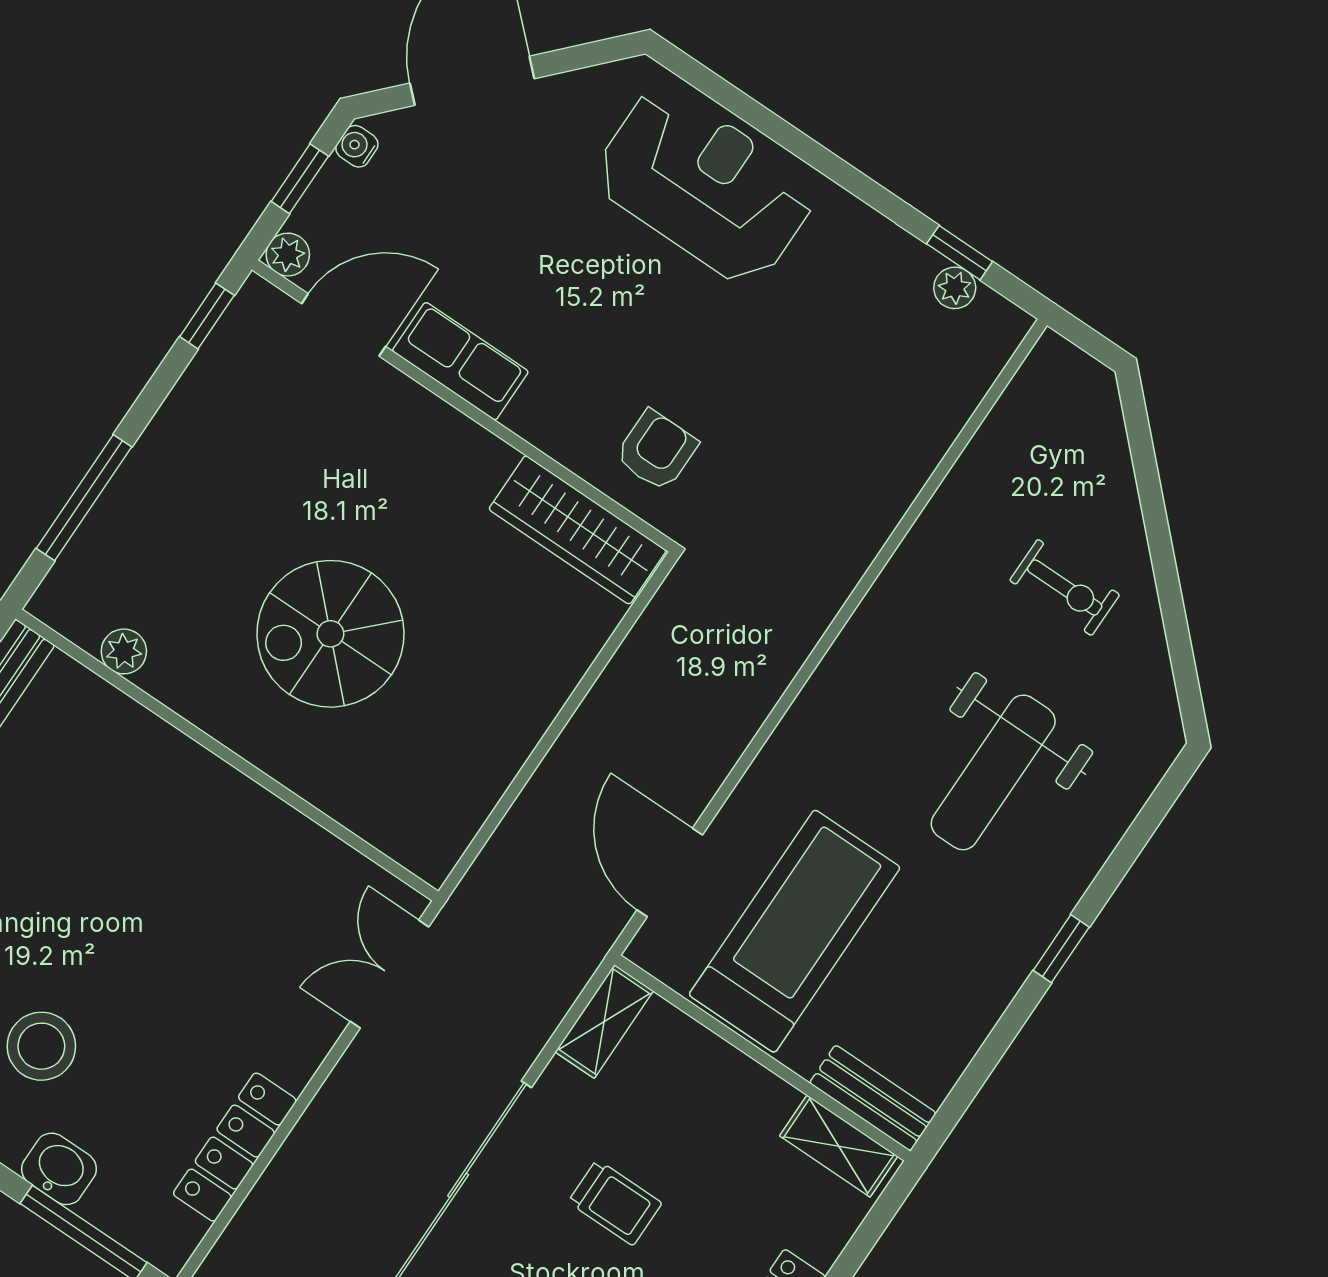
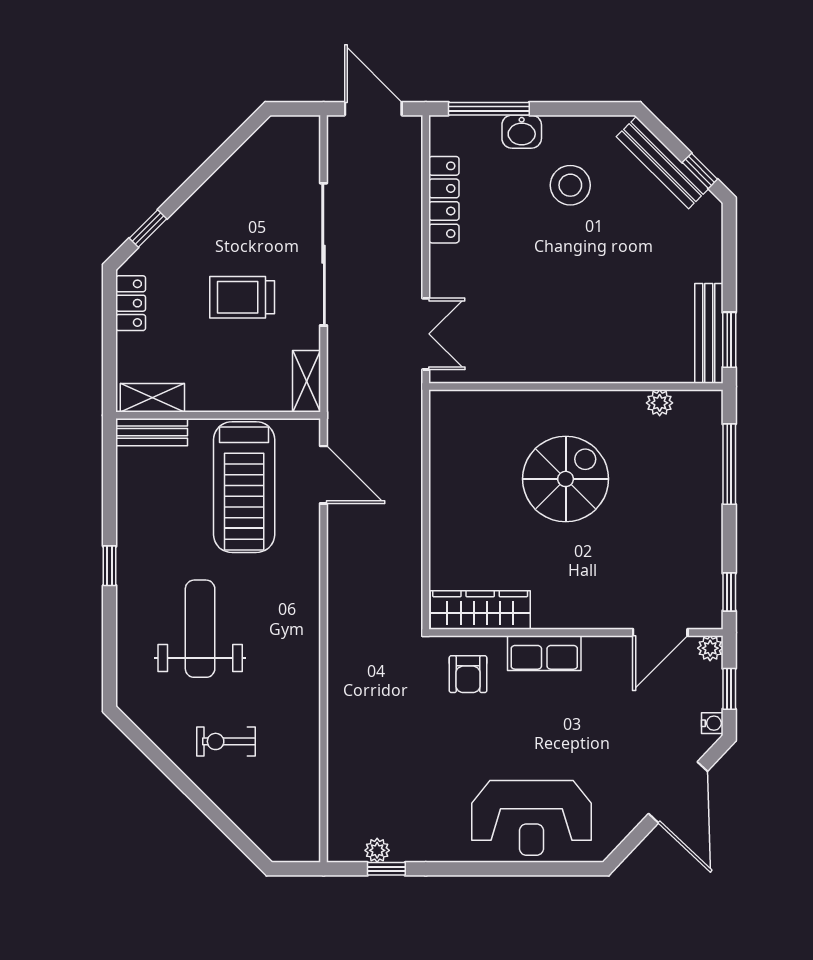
row of seats: (460, 361) -> (544, 653), moved
trolley: (615, 1203) -> (242, 297), width x1.36, depth x1.39

